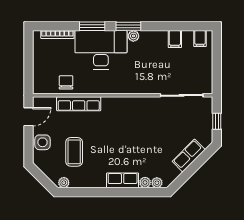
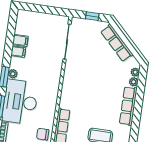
filing cabinet: (200, 39) -> (18, 52), moved
row of seats: (189, 155) -> (117, 43), width x1.48
row of seats: (123, 180) -> (128, 106), width x1.48

